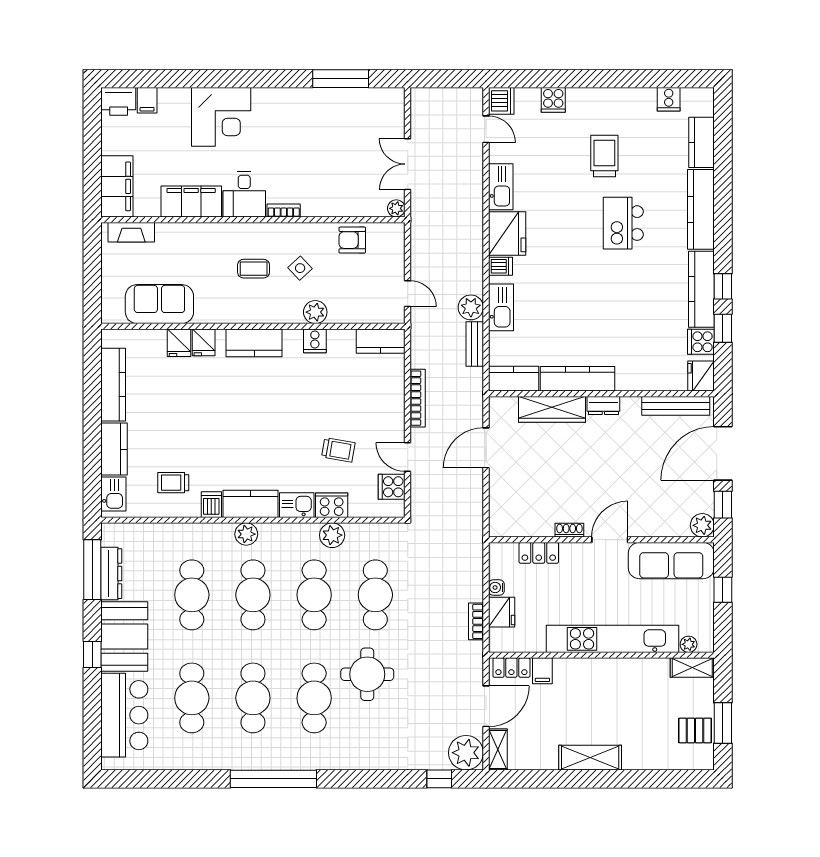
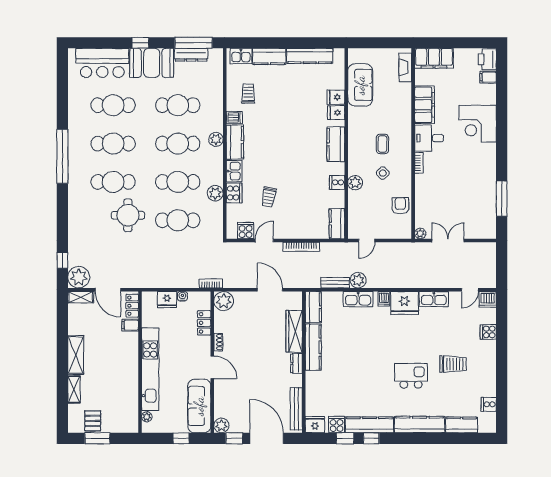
plant: (504, 522) -> (224, 301), added
bookcase: (476, 621) -> (211, 283), moved
shelving: (692, 668) -> (74, 389), moved

